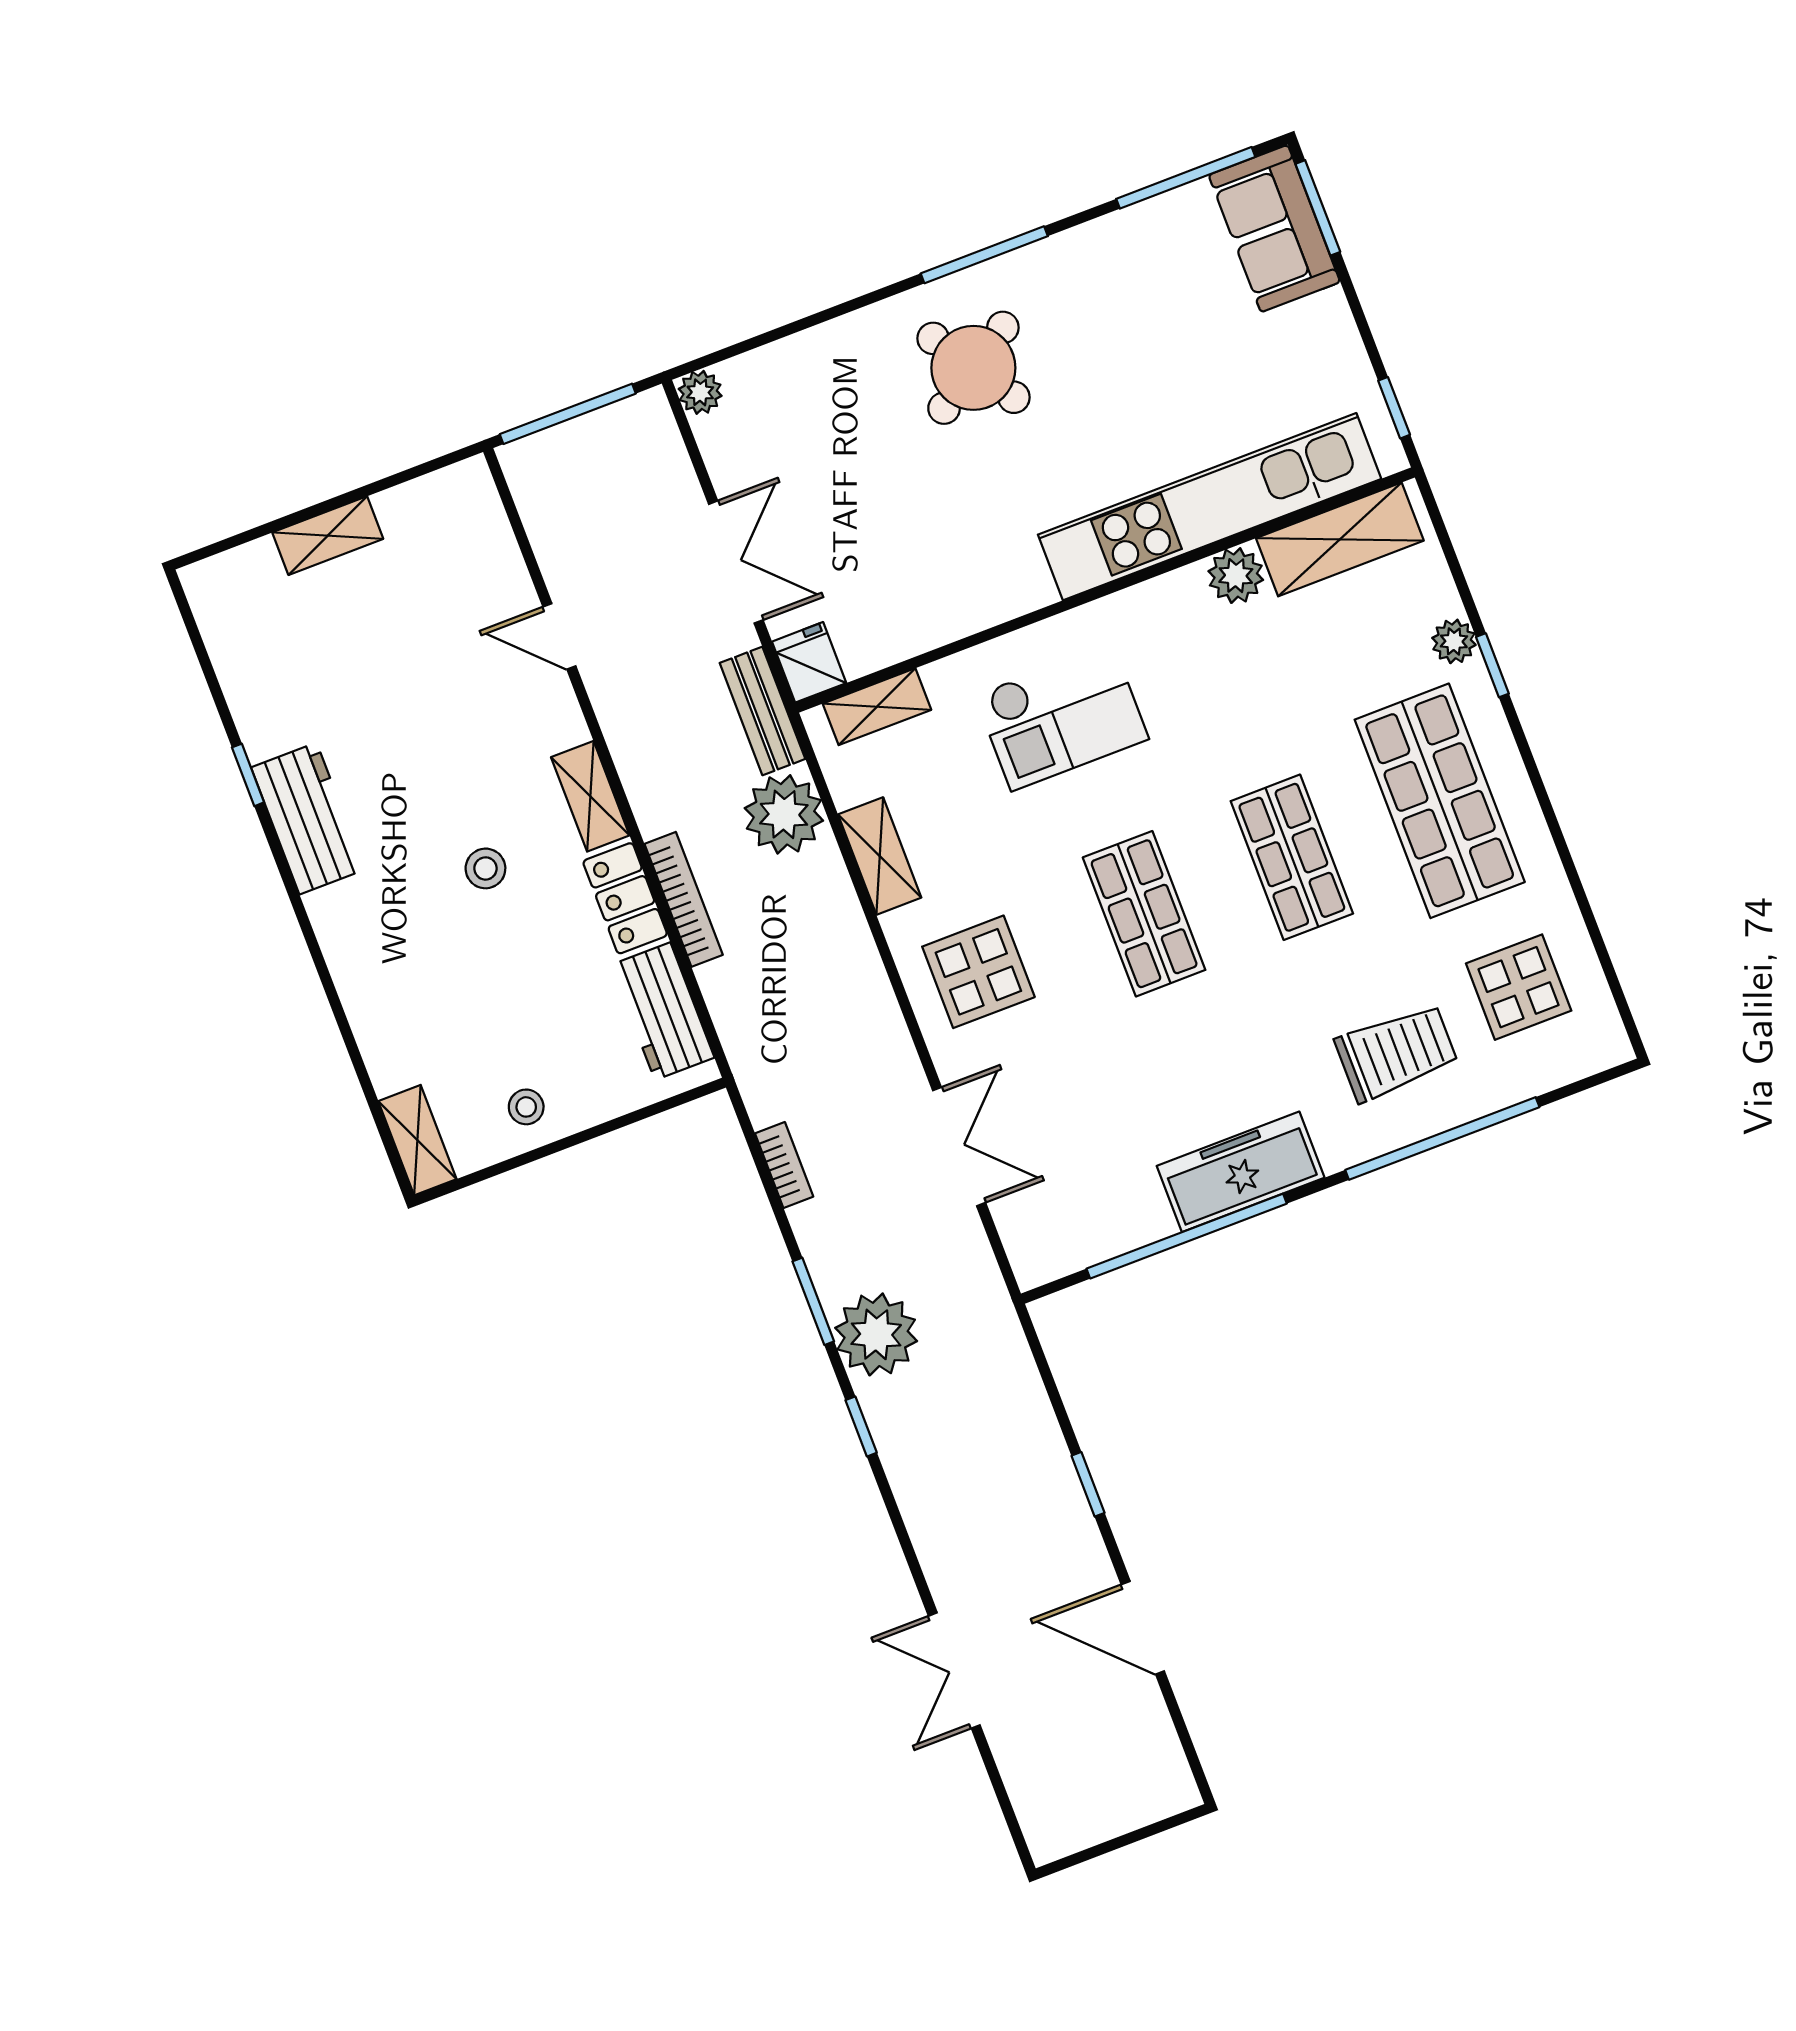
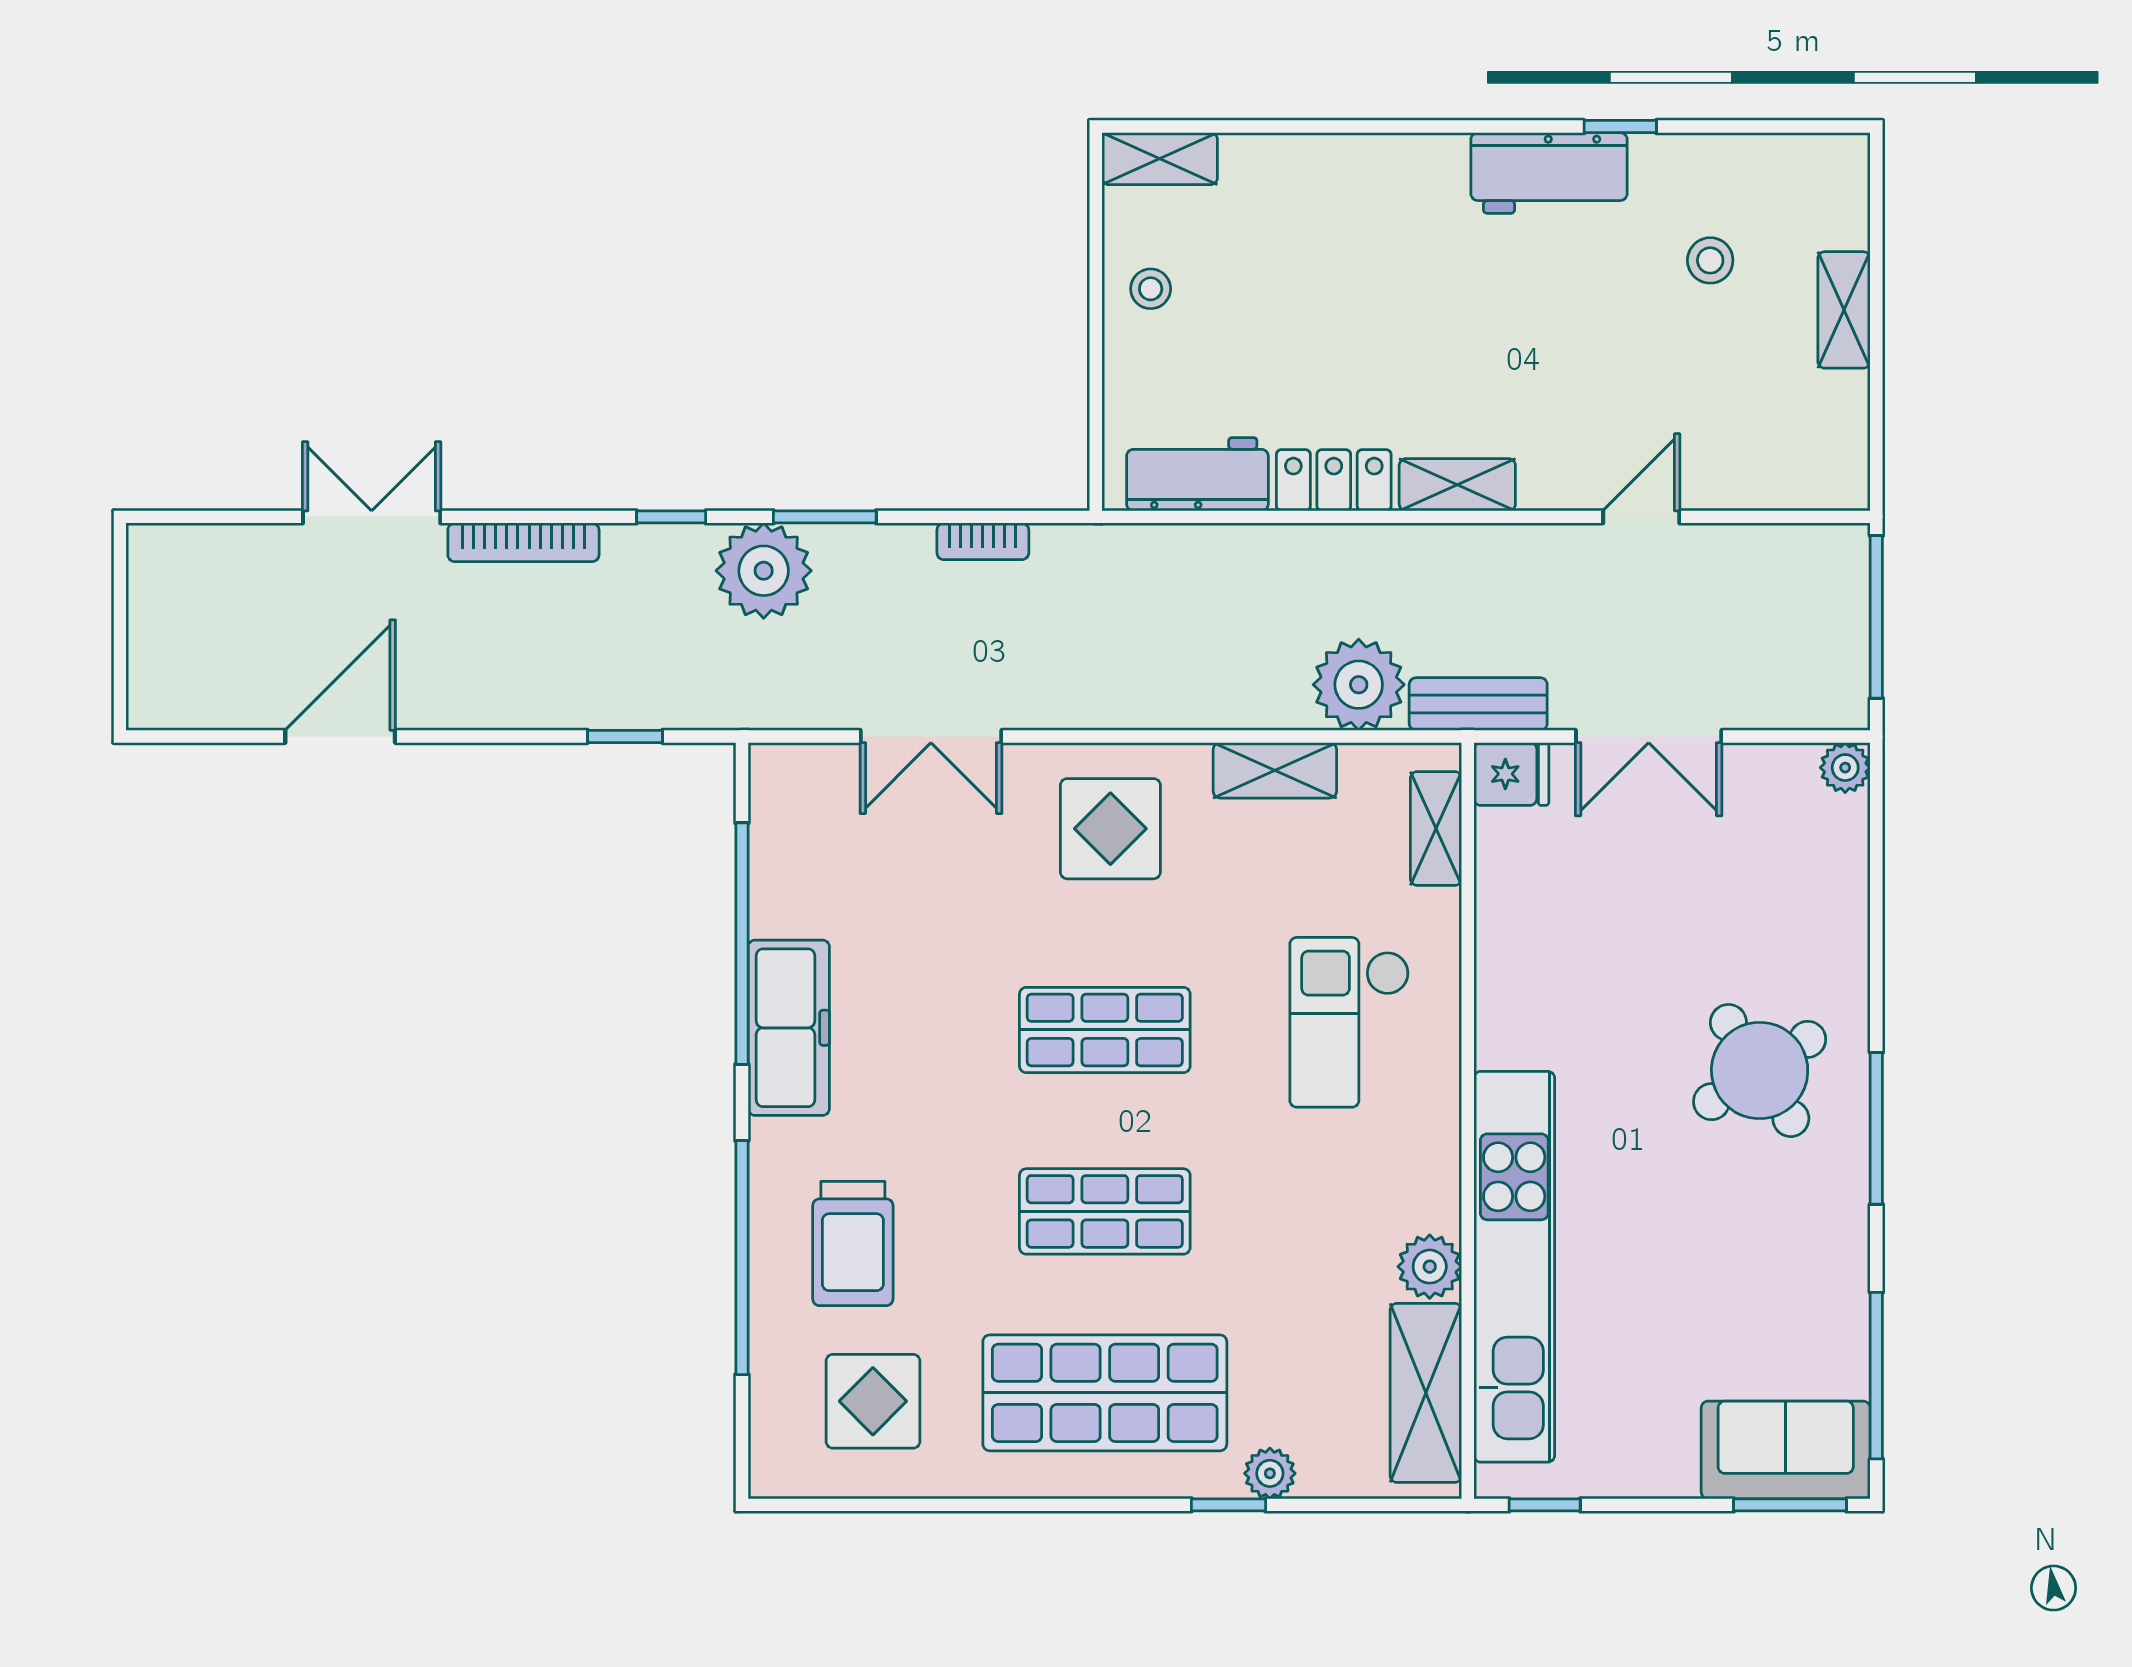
stool: (485, 868) -> (1710, 260), moved
bookcase: (684, 899) -> (523, 542), moved
window: (1088, 1484) -> (625, 736), moved

